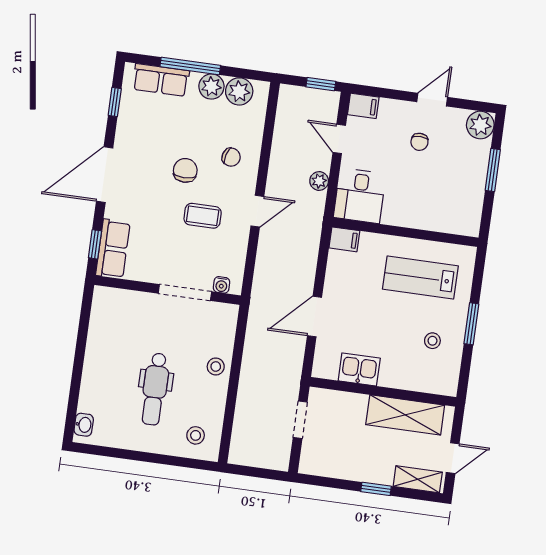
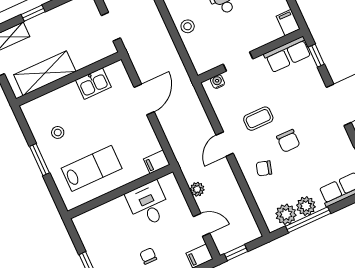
window: (190, 66) -> (308, 220), moved
desk: (360, 196) -> (148, 204), moved
row of seats: (113, 249) -> (288, 54), moved, turned -90
doorway: (185, 293) -> (238, 62), width x0.73
filing cabinet: (103, 300) -> (288, 23), added

